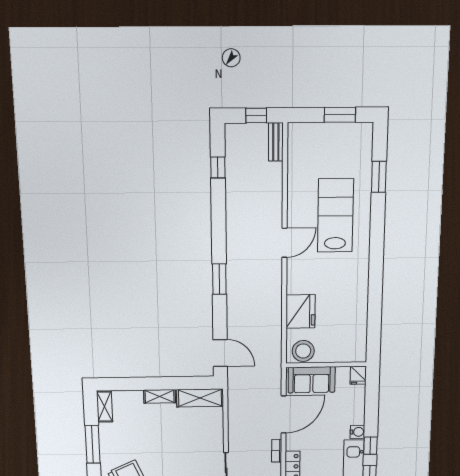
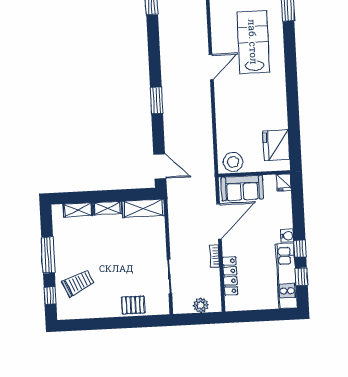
fridge: (301, 311) -> (276, 145), moved, turned 180
shelving: (105, 407) -> (78, 210), moved, turned 90

